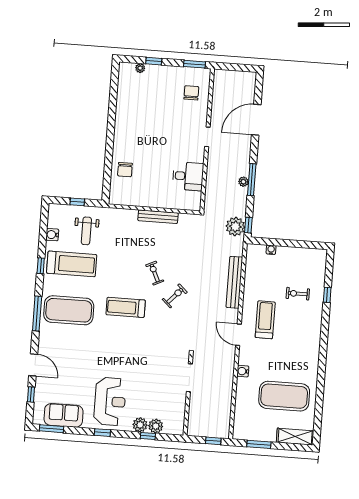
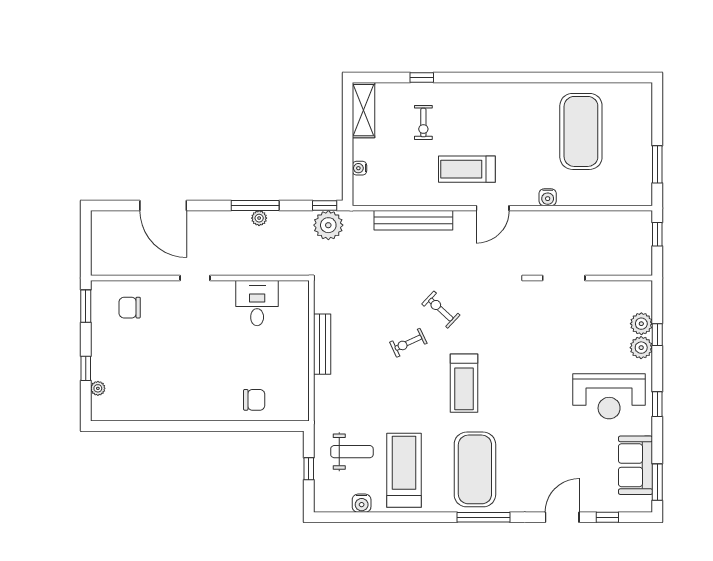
window: (41, 266) -> (410, 517), removed
reception desk: (110, 401) -> (609, 396), turned 180
shelving: (295, 437) -> (364, 110), moved

